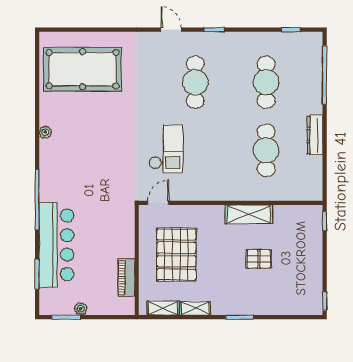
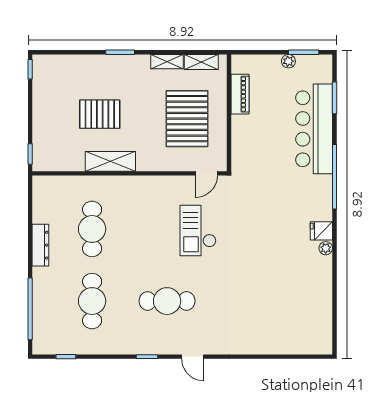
pool table: (83, 69) -> (286, 315), removed
cafe table: (195, 82) -> (167, 301), turned 90
fridge: (49, 148) -> (321, 231), added
pallet: (259, 259) -> (100, 114), width x1.50, depth x1.42

